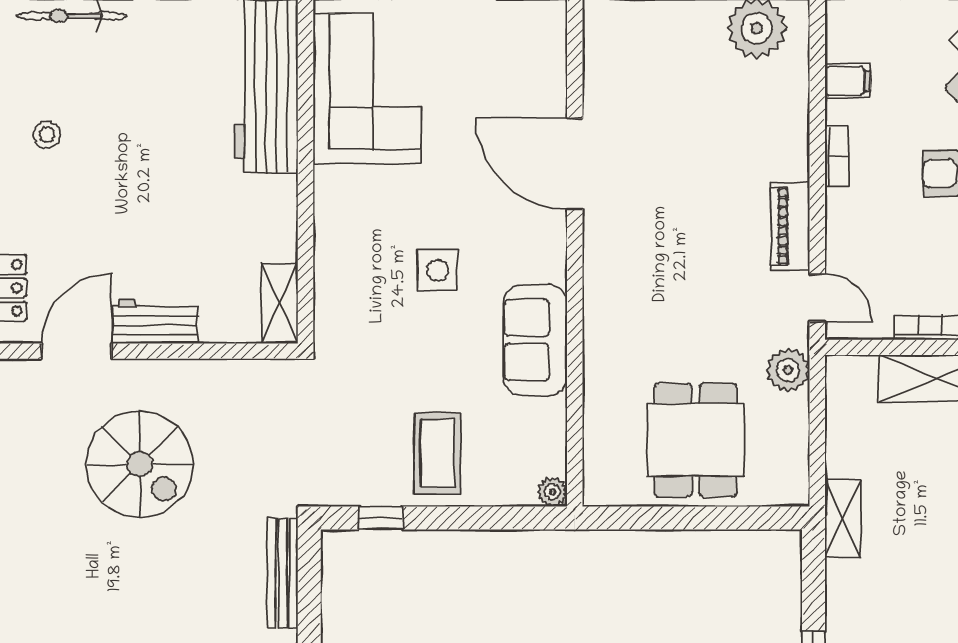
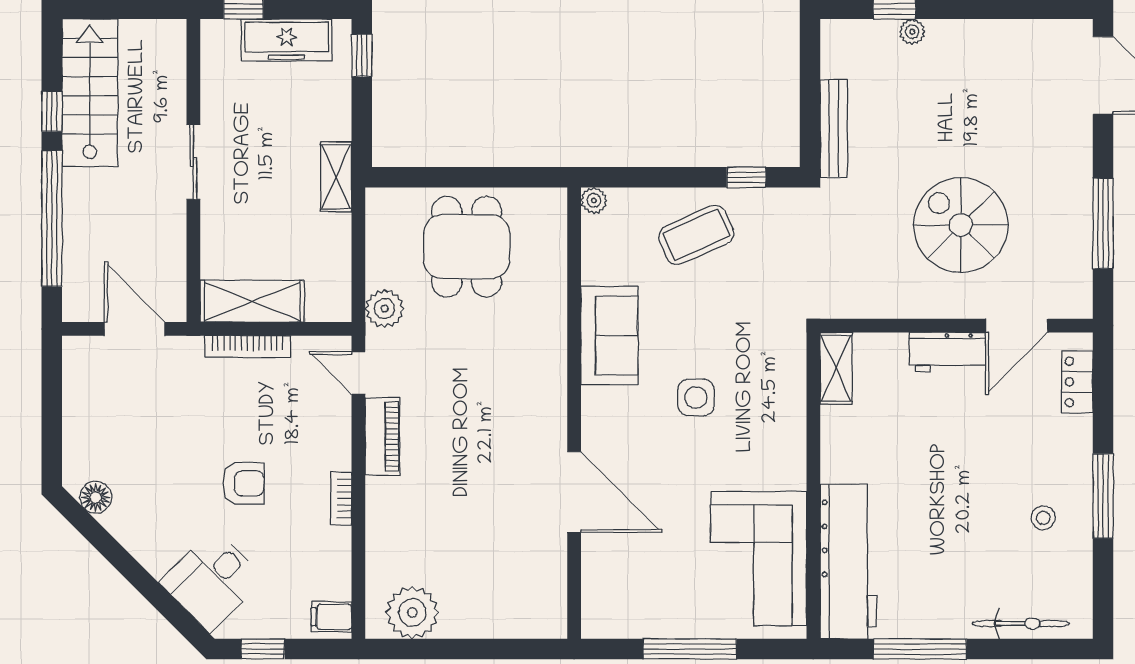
filing cabinet: (848, 81) -> (332, 617), moved
coffee table: (437, 453) -> (696, 235), turned 66

